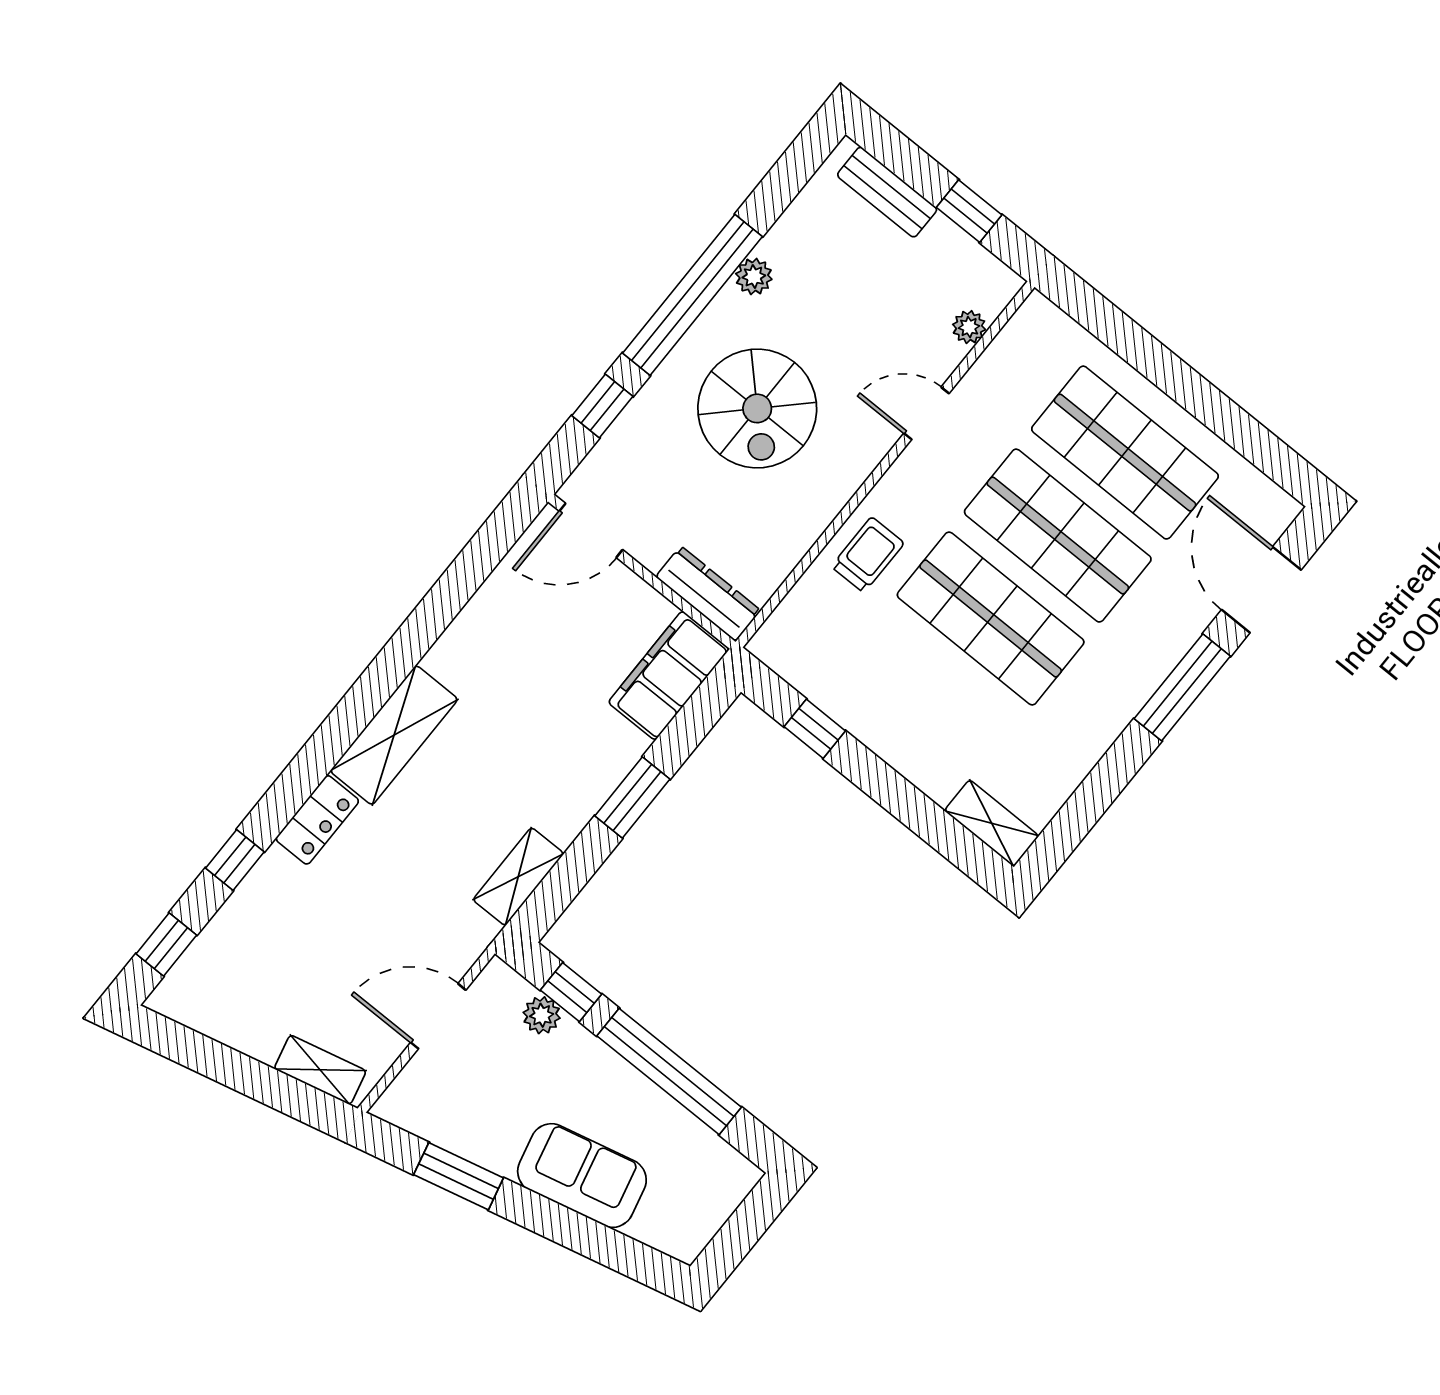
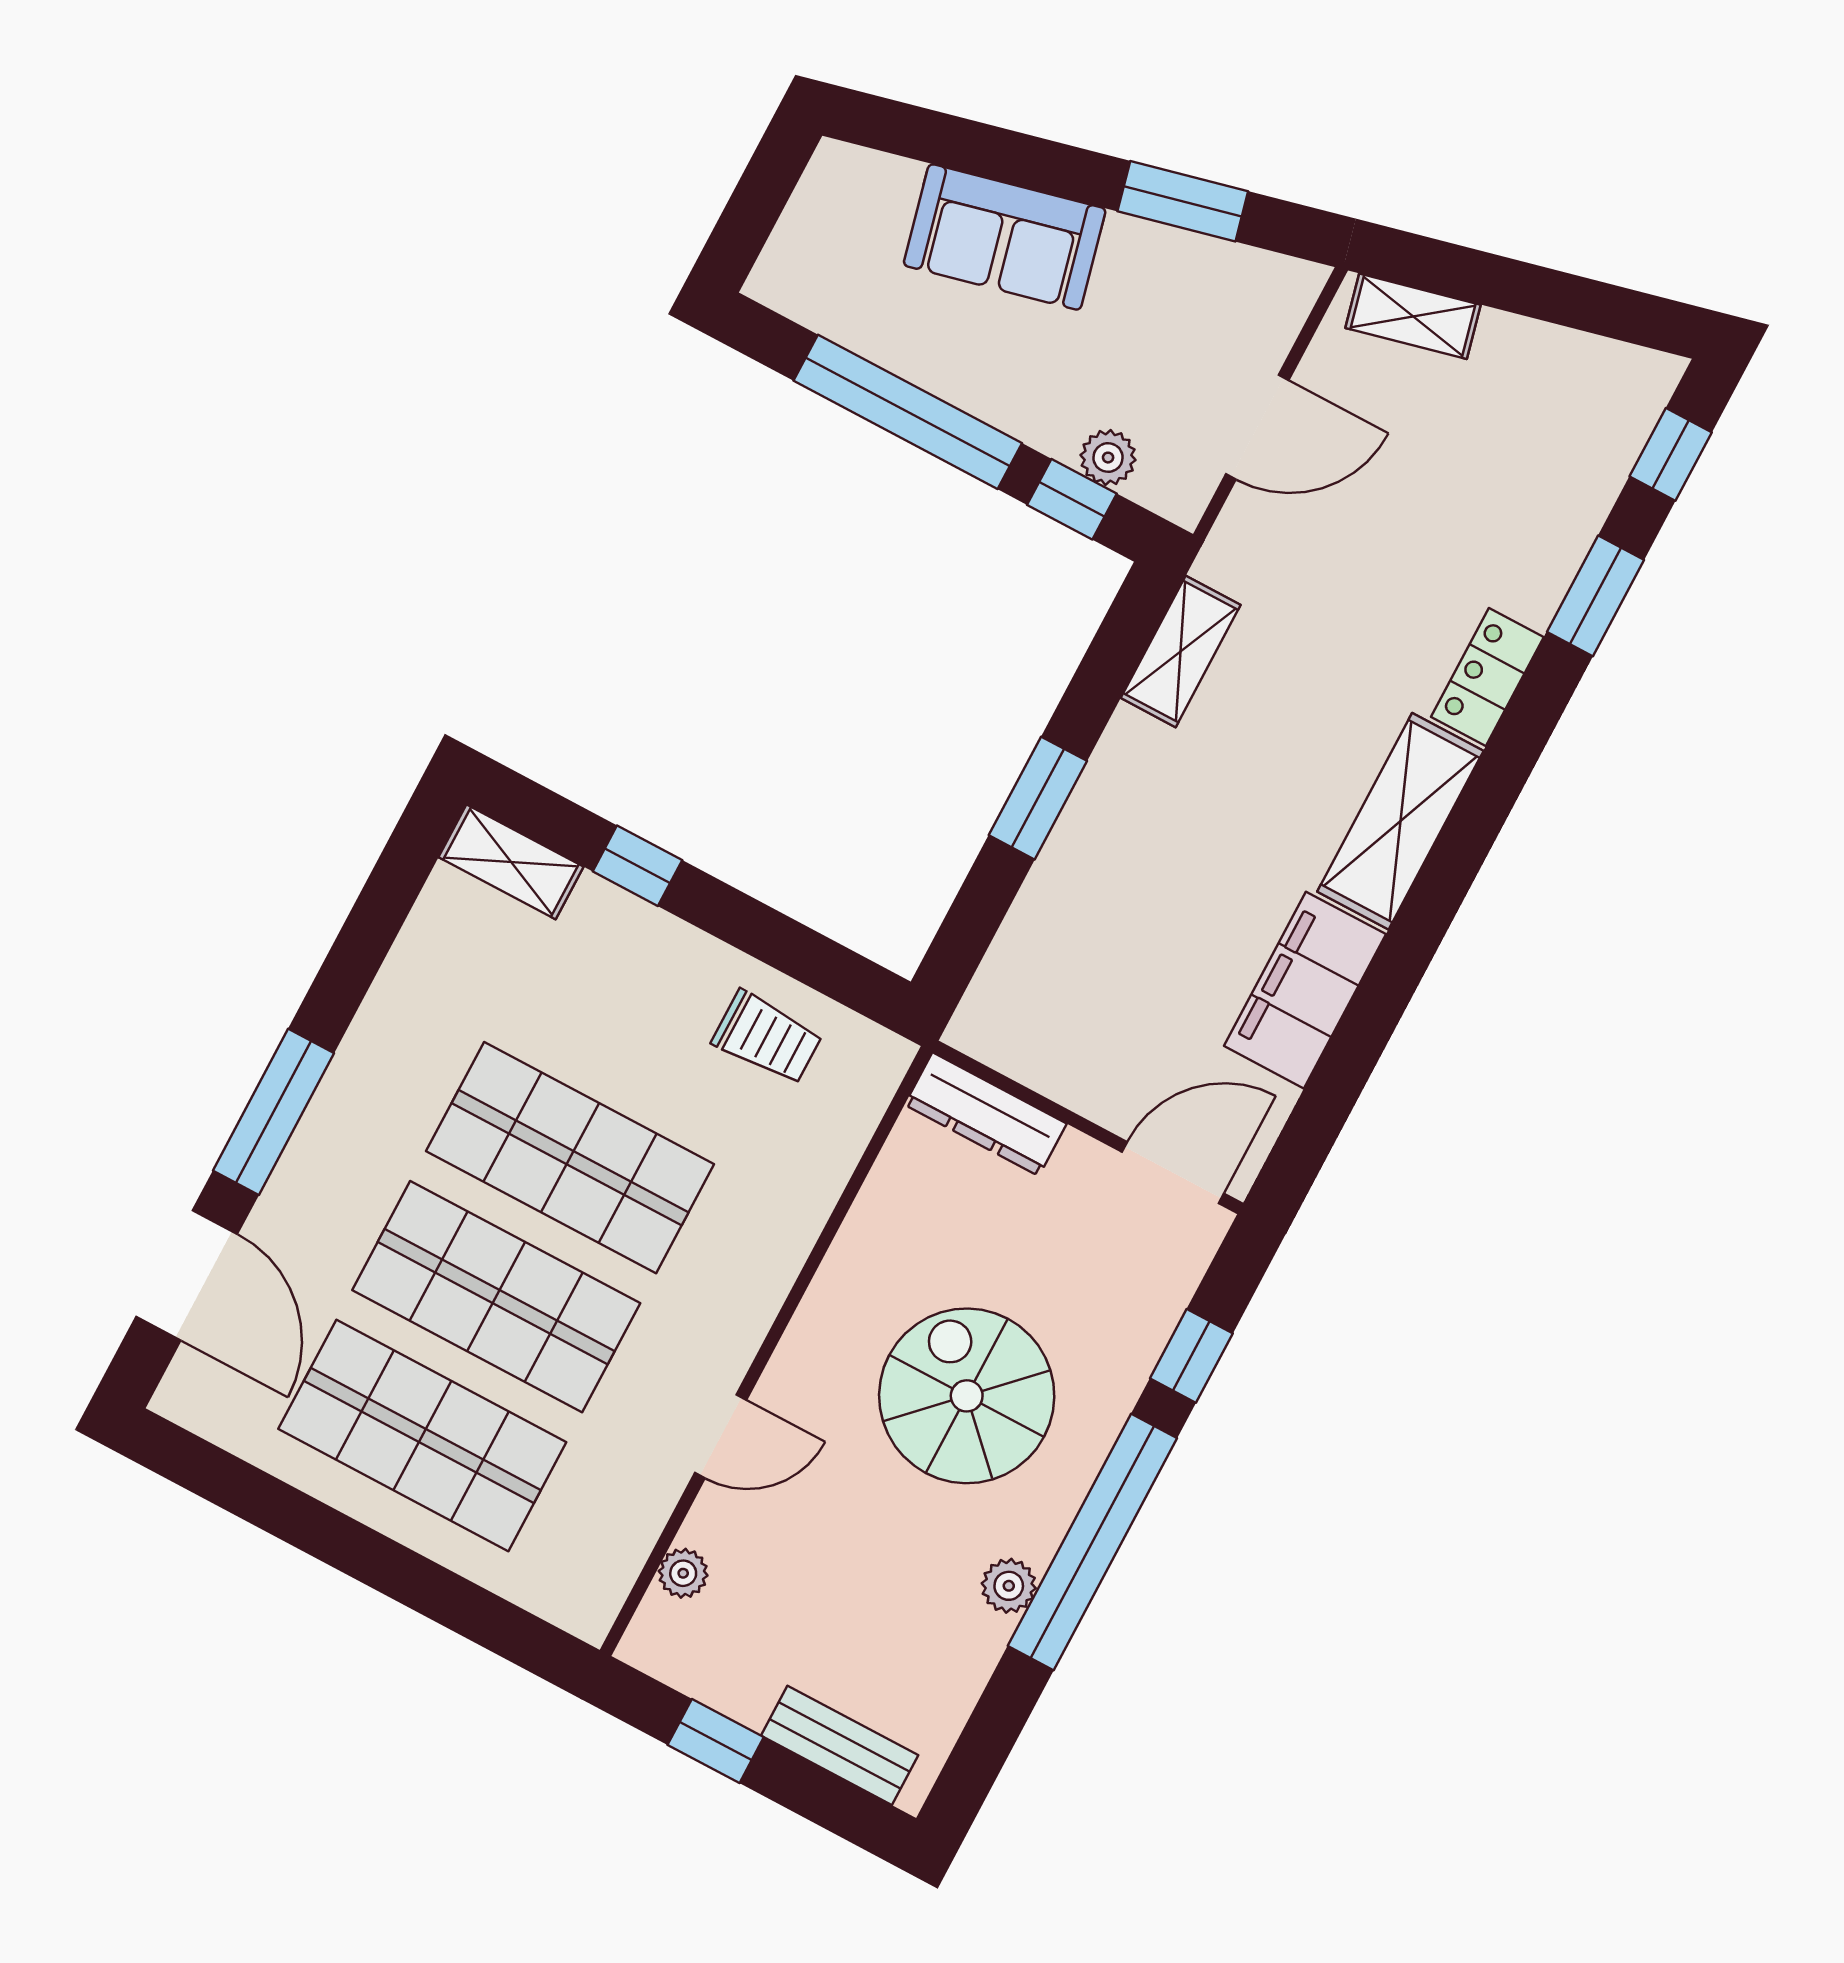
trolley: (868, 555) -> (767, 1038), moved, turned -90
filing cabinet: (669, 676) -> (1305, 990), moved, turned 180
window: (815, 729) -> (637, 866), moved
window: (235, 860) -> (1595, 596), width x1.50

